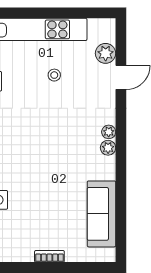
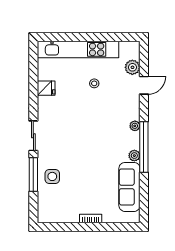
plant: (108, 148) -> (134, 156), moved
window: (121, 160) -> (144, 147), added

